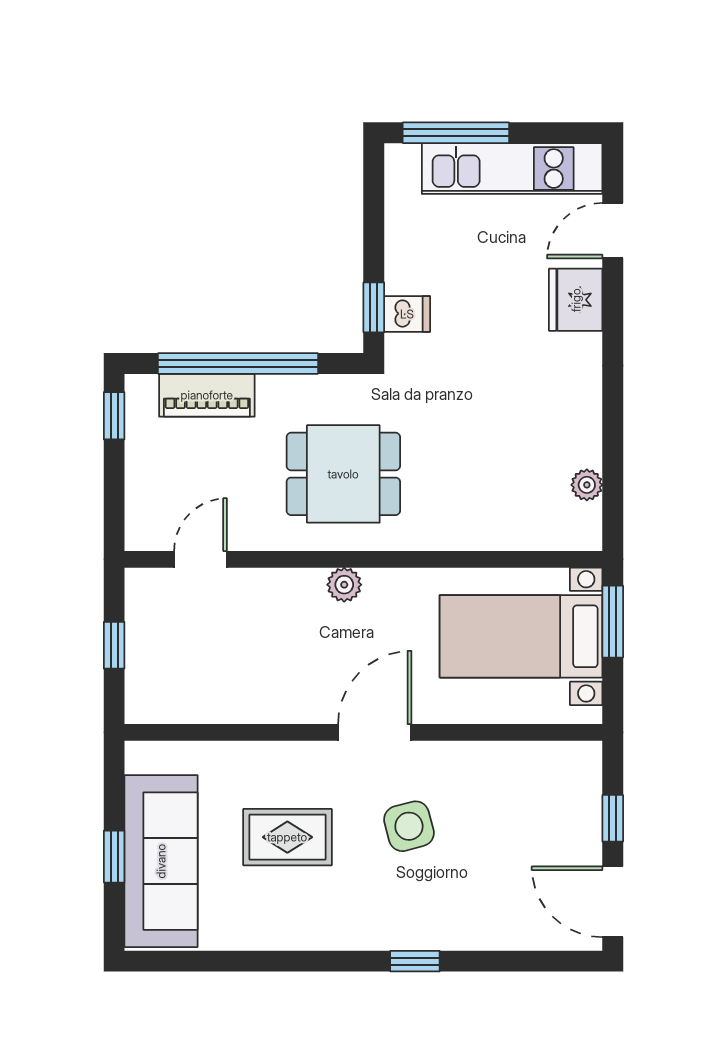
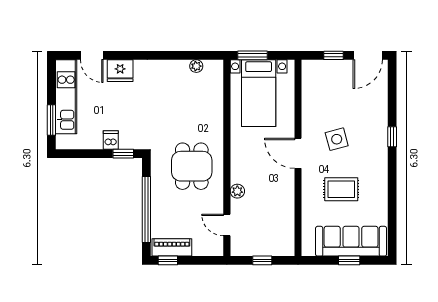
window: (456, 133) -> (51, 120), width x0.69
dishwasher: (407, 314) -> (111, 140), moved
piano: (207, 395) -> (172, 247), moved, turned -90
plant: (344, 585) -> (237, 191), moved
rug: (287, 837) -> (341, 189), turned 90

